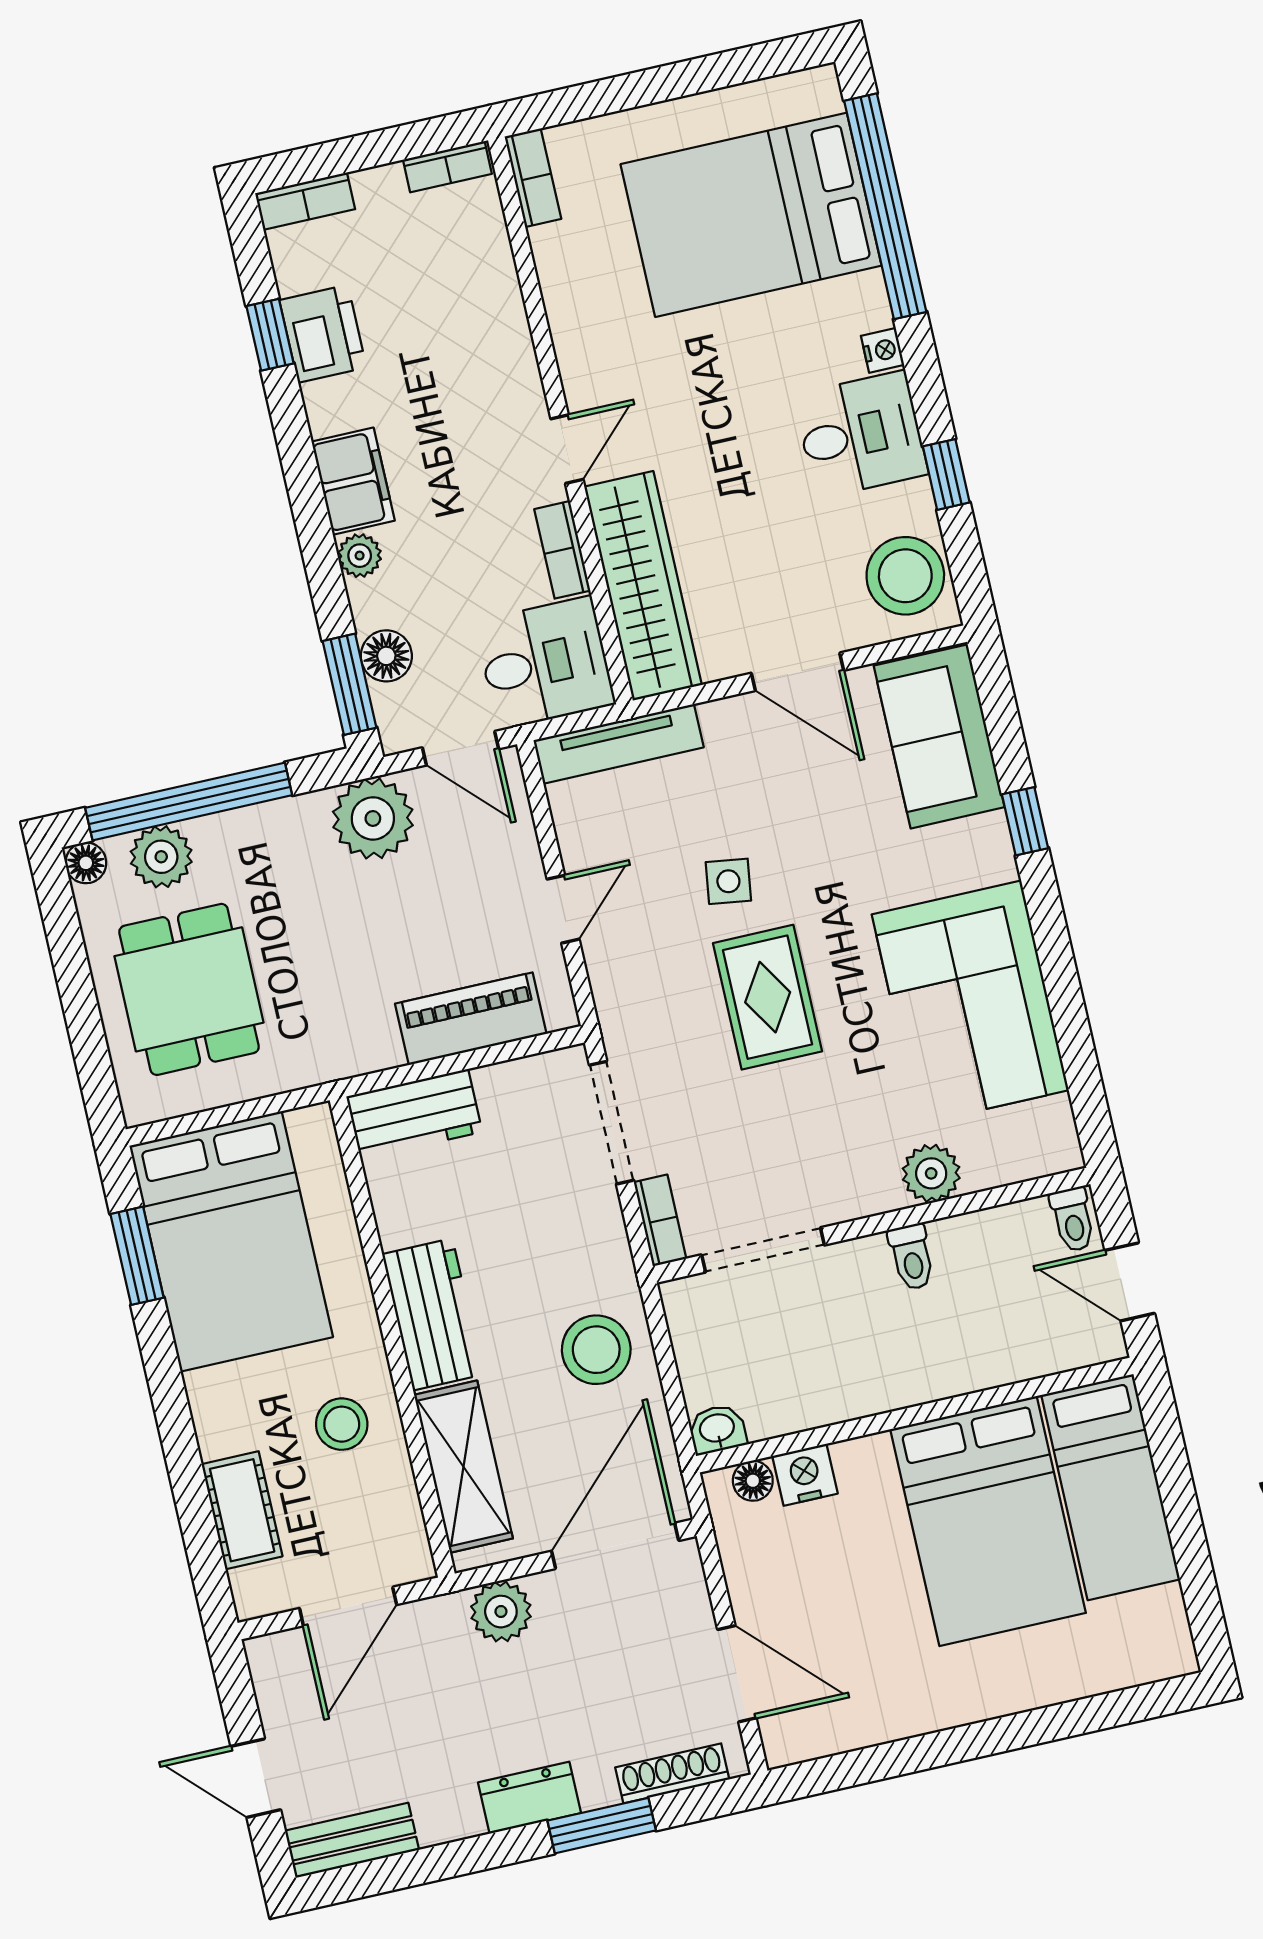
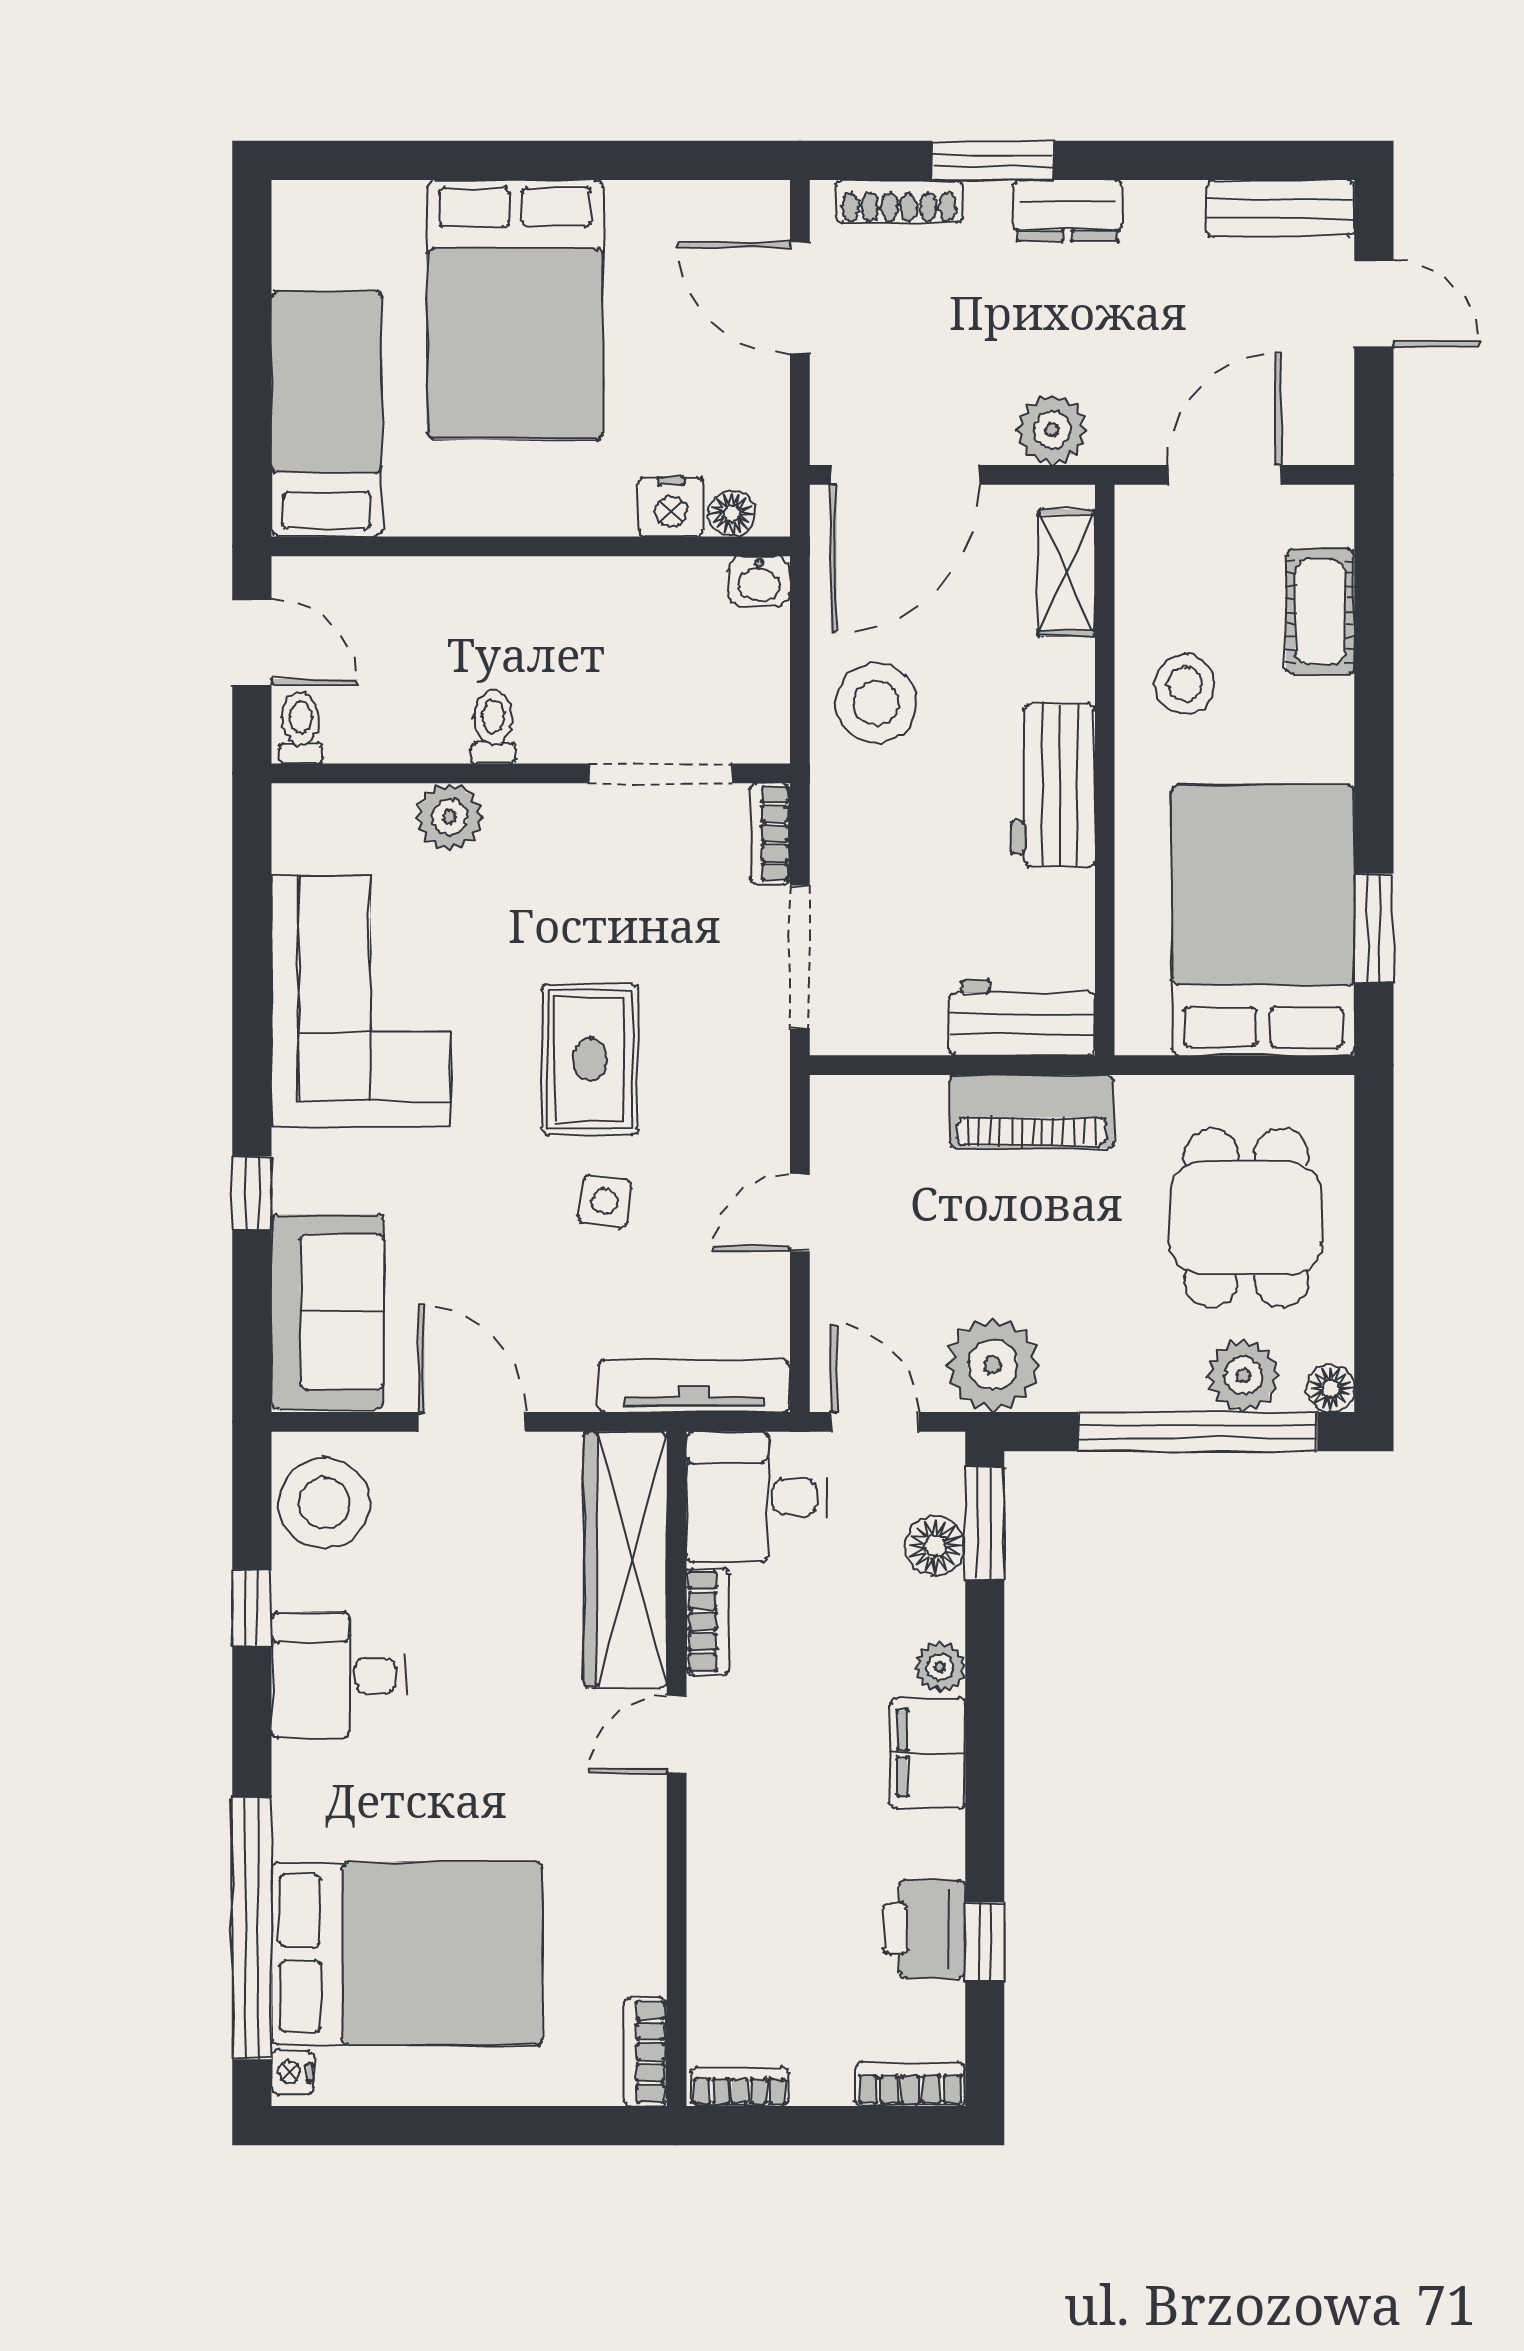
nightstand: (883, 350) -> (292, 2072), moved
piano: (471, 1019) -> (1032, 1112), moved
shelving: (463, 1467) -> (1067, 573), width x0.67, depth x0.75
bed: (988, 1521) -> (515, 310), moved, turned 180

